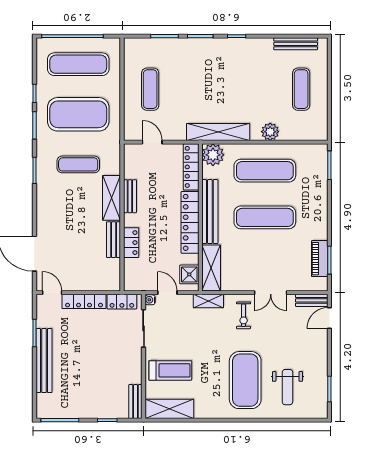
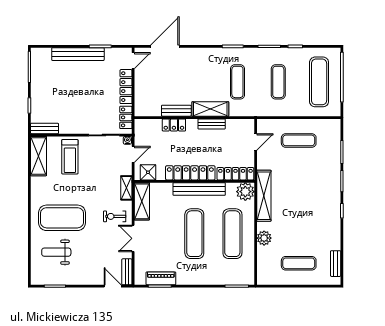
bench: (296, 44) -> (336, 264), width x0.73
exercise mat: (78, 114) -> (278, 82), width x0.50, depth x0.69
shelving: (211, 268) -> (142, 201), moved, turned 90

